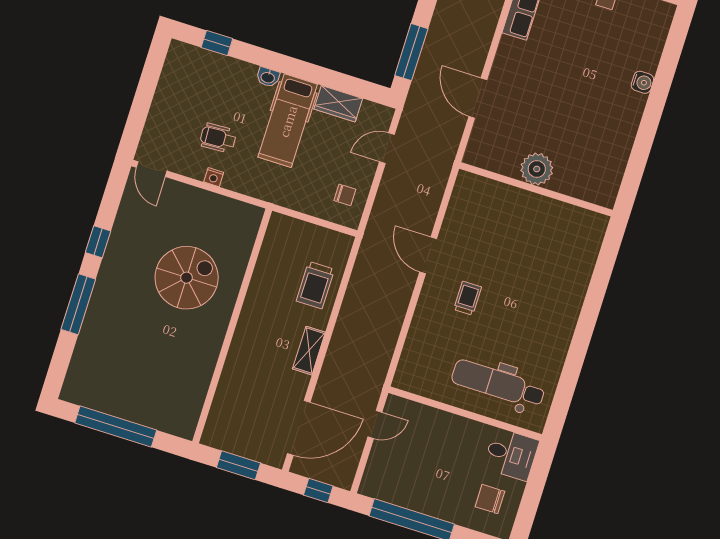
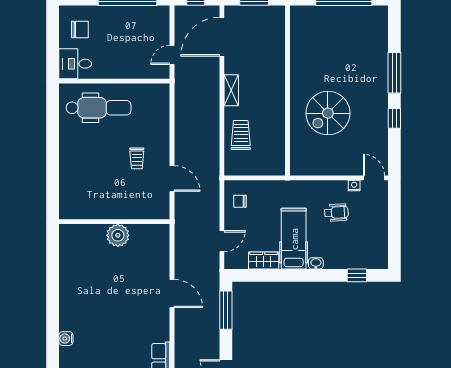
plant: (537, 169) -> (118, 235), moved
nightstand: (214, 177) -> (354, 186), moved
wall: (536, 189) -> (114, 222), moved

